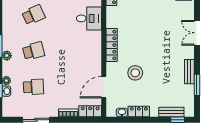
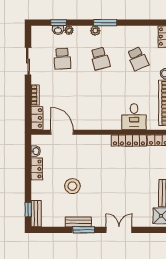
locker: (112, 45) -> (129, 140), moved
stool: (135, 73) -> (72, 186), moved
window: (197, 85) -> (84, 230), moved
bench: (171, 112) -> (36, 214), moved

